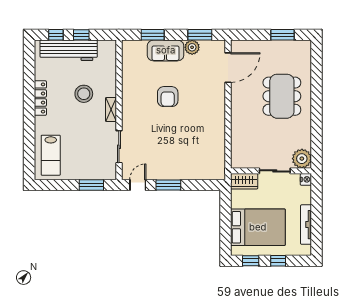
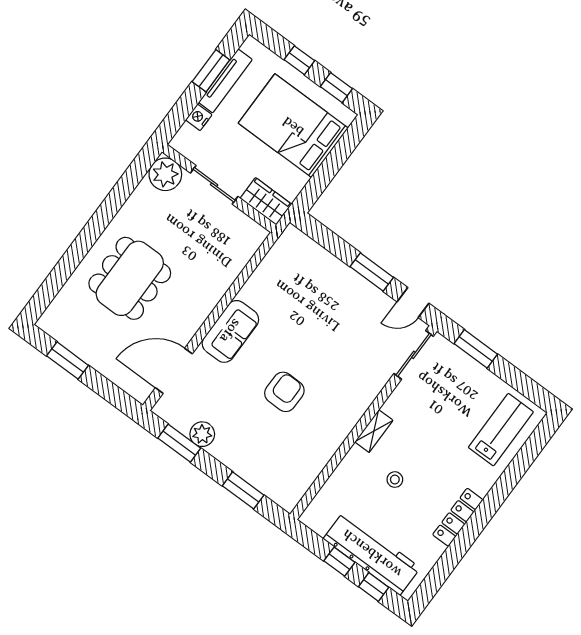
sofa: (166, 50) -> (230, 331), moved, turned 90
stool: (84, 94) -> (395, 480), width x0.53, depth x0.53
sliding door: (119, 147) -> (414, 355), moved
nightstand: (306, 179) -> (199, 117), moved
window: (317, 224) -> (211, 71), added

